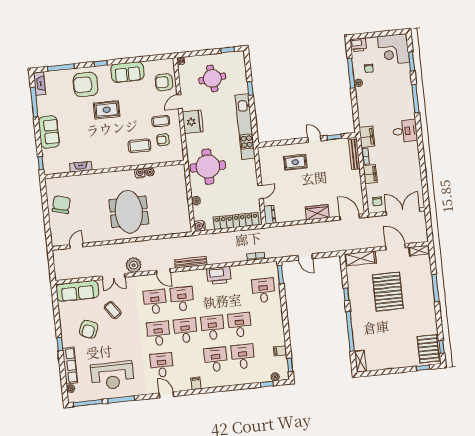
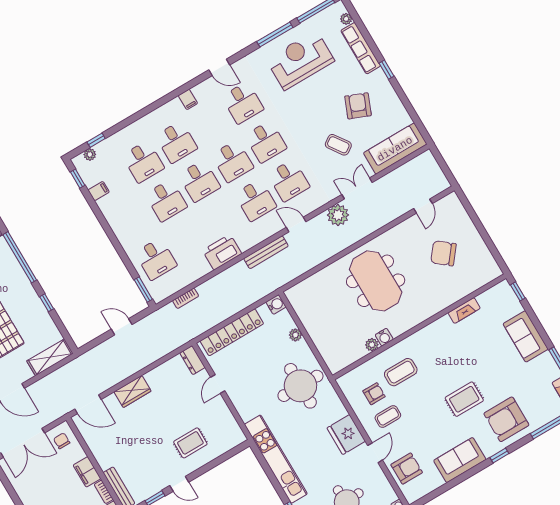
armchair: (86, 85) -> (506, 419), turned 180
chair: (61, 205) -> (443, 253), moved, turned 114

